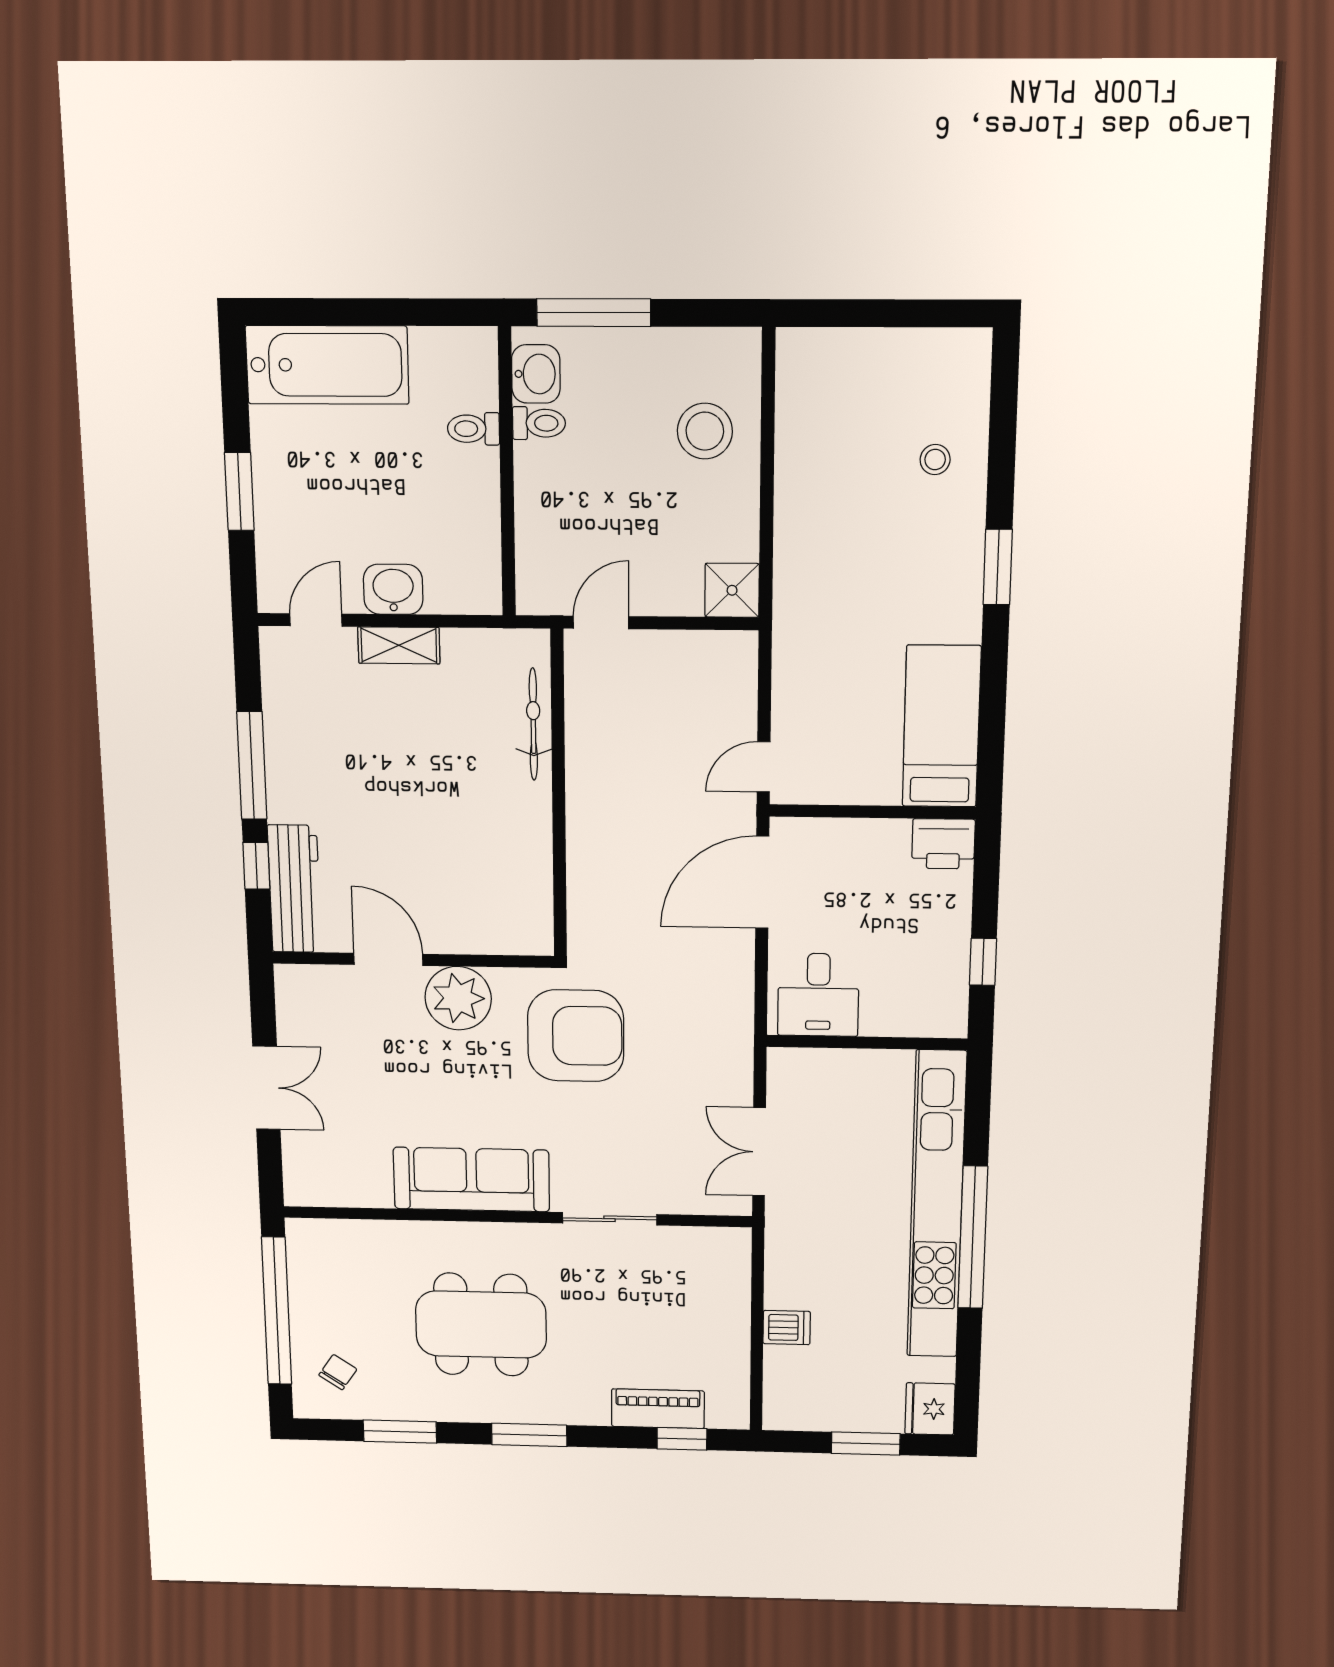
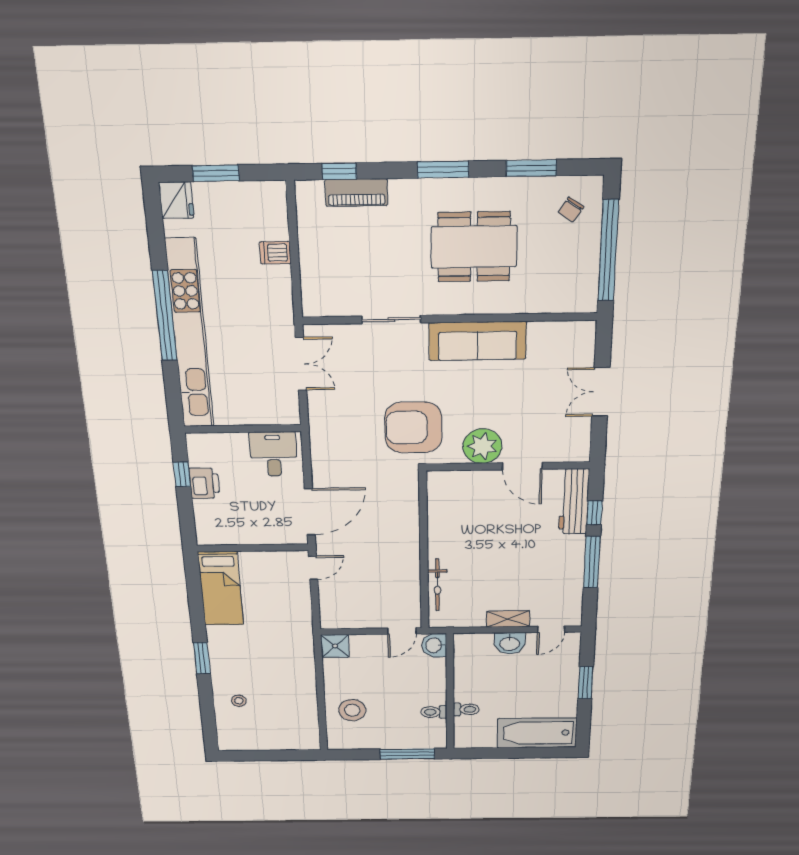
washbasin: (536, 374) -> (434, 645), moved
printer: (943, 844) -> (204, 483), moved, turned 90

